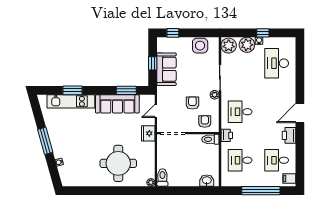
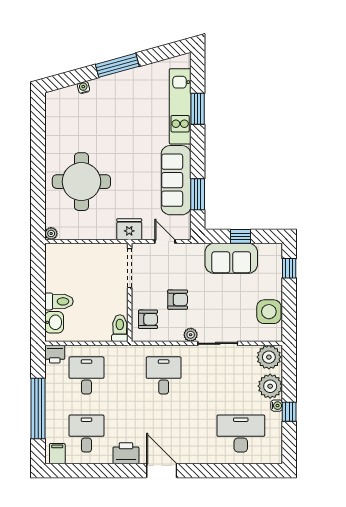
printer: (227, 135) -> (55, 354), moved
toilet: (162, 178) -> (59, 301), moved

